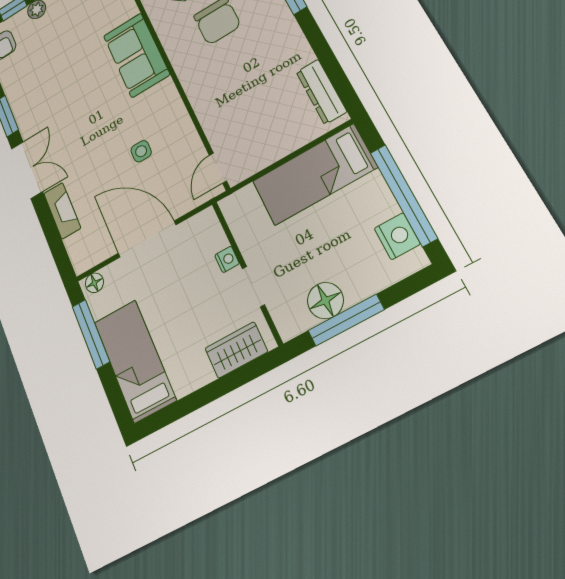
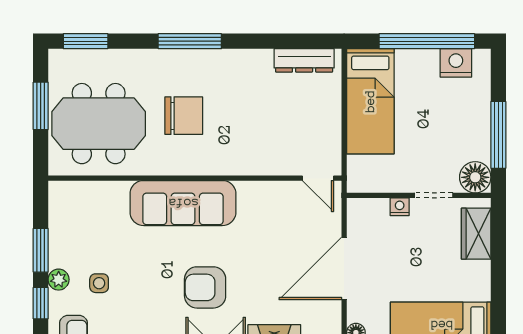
sofa: (136, 55) -> (183, 203), width x1.36
armchair: (79, 128) -> (205, 287), added
side table: (141, 151) -> (99, 283), moved
floor lamp: (325, 301) -> (475, 177), moved

